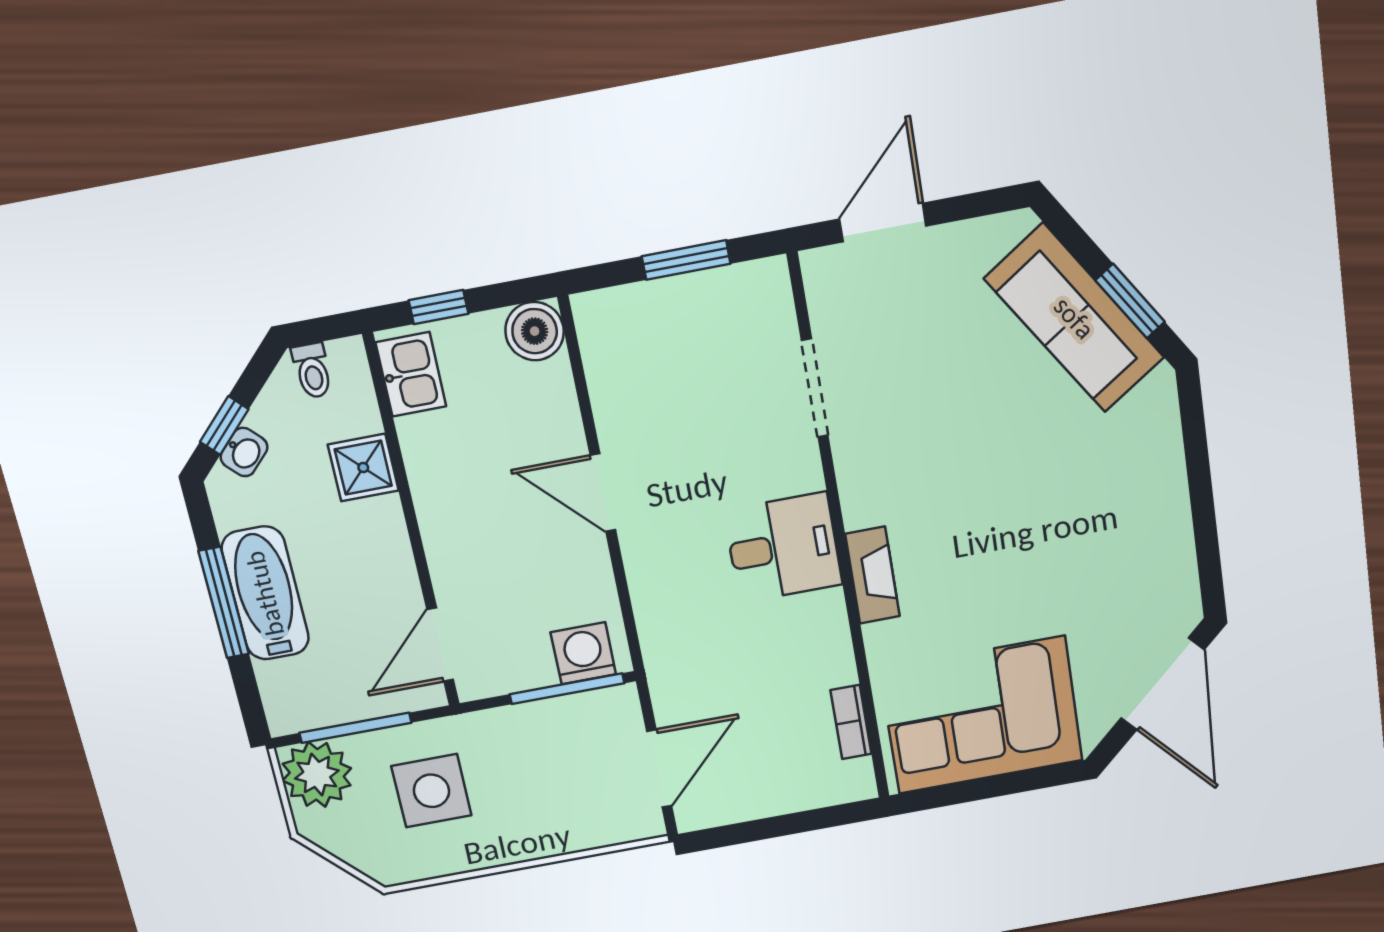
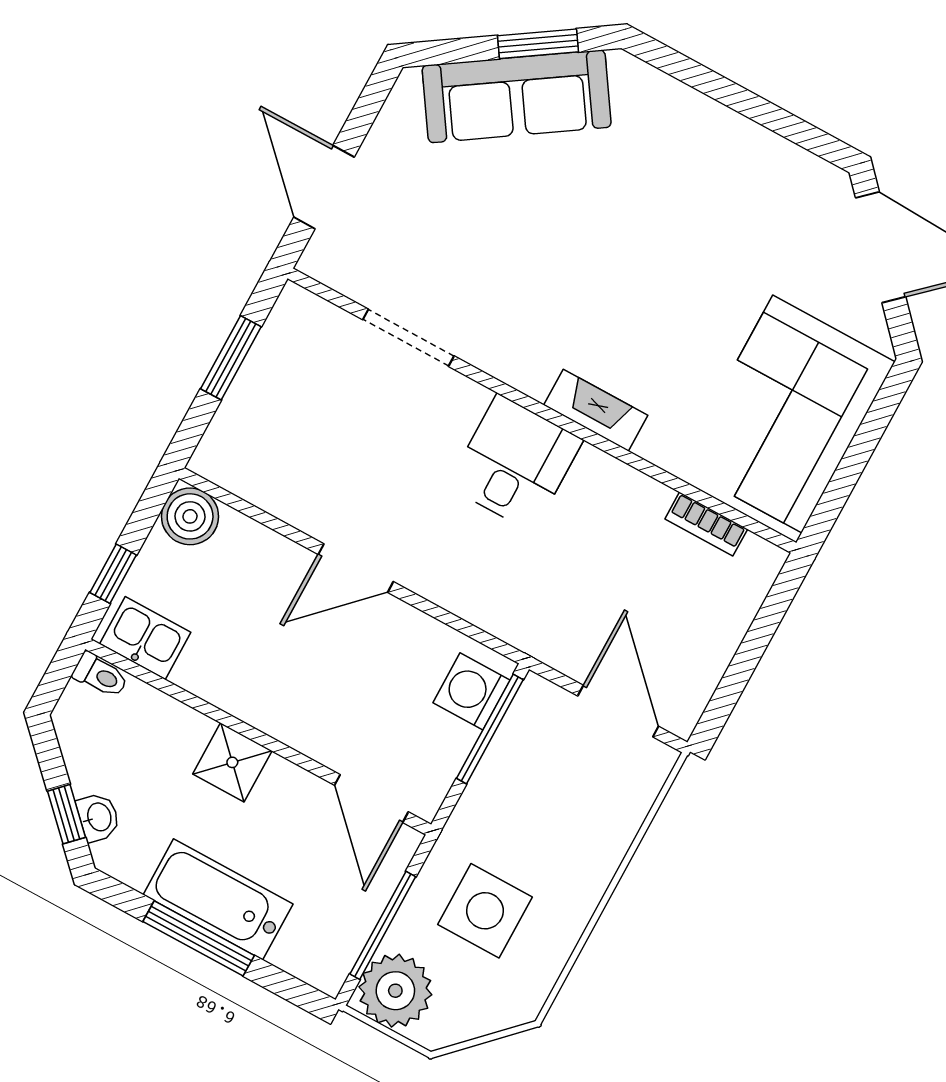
toilet: (312, 371) -> (100, 675), moved
shower: (363, 468) -> (232, 762), moved

